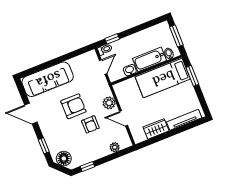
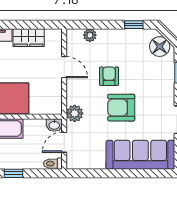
window: (112, 39) -> (14, 173), moved
washbasin: (130, 70) -> (54, 125), moved
plant: (109, 103) -> (75, 113), moved

